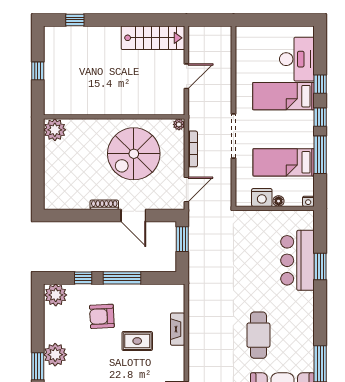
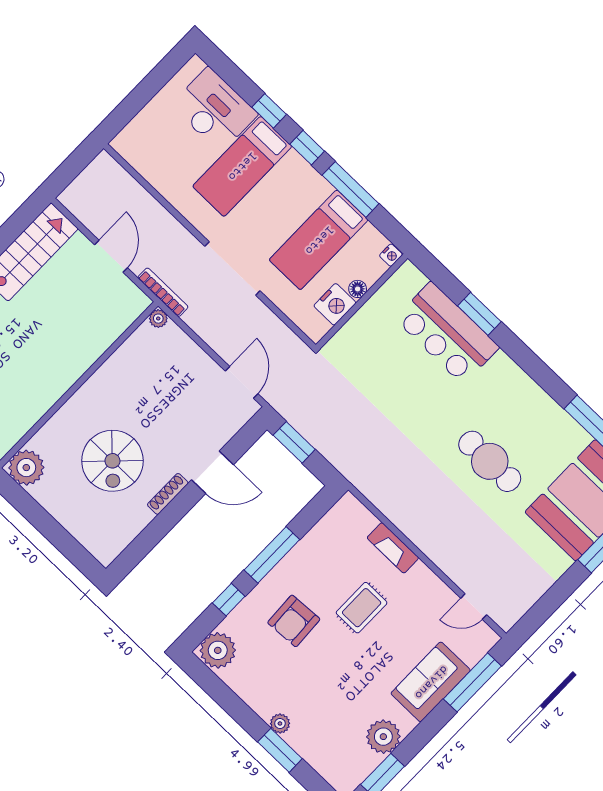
bookcase: (193, 149) -> (163, 292), moved
spiral stairs: (134, 154) -> (112, 461), moved, width x0.73, depth x0.73
plant: (55, 355) -> (280, 723), width x0.53, depth x0.53

